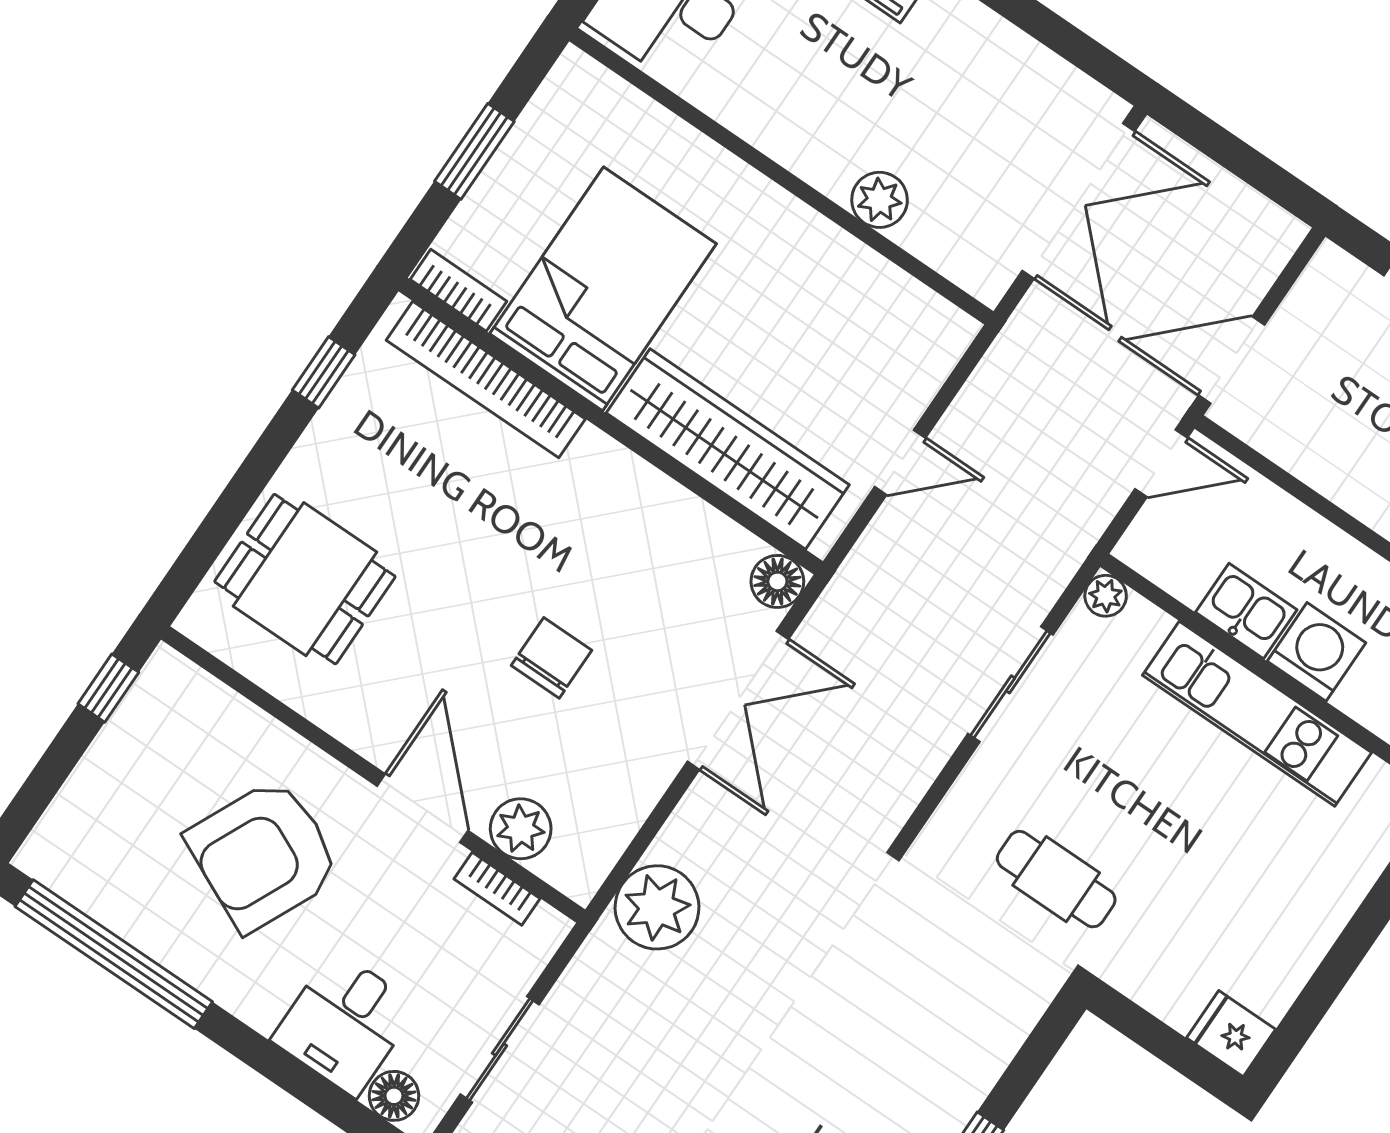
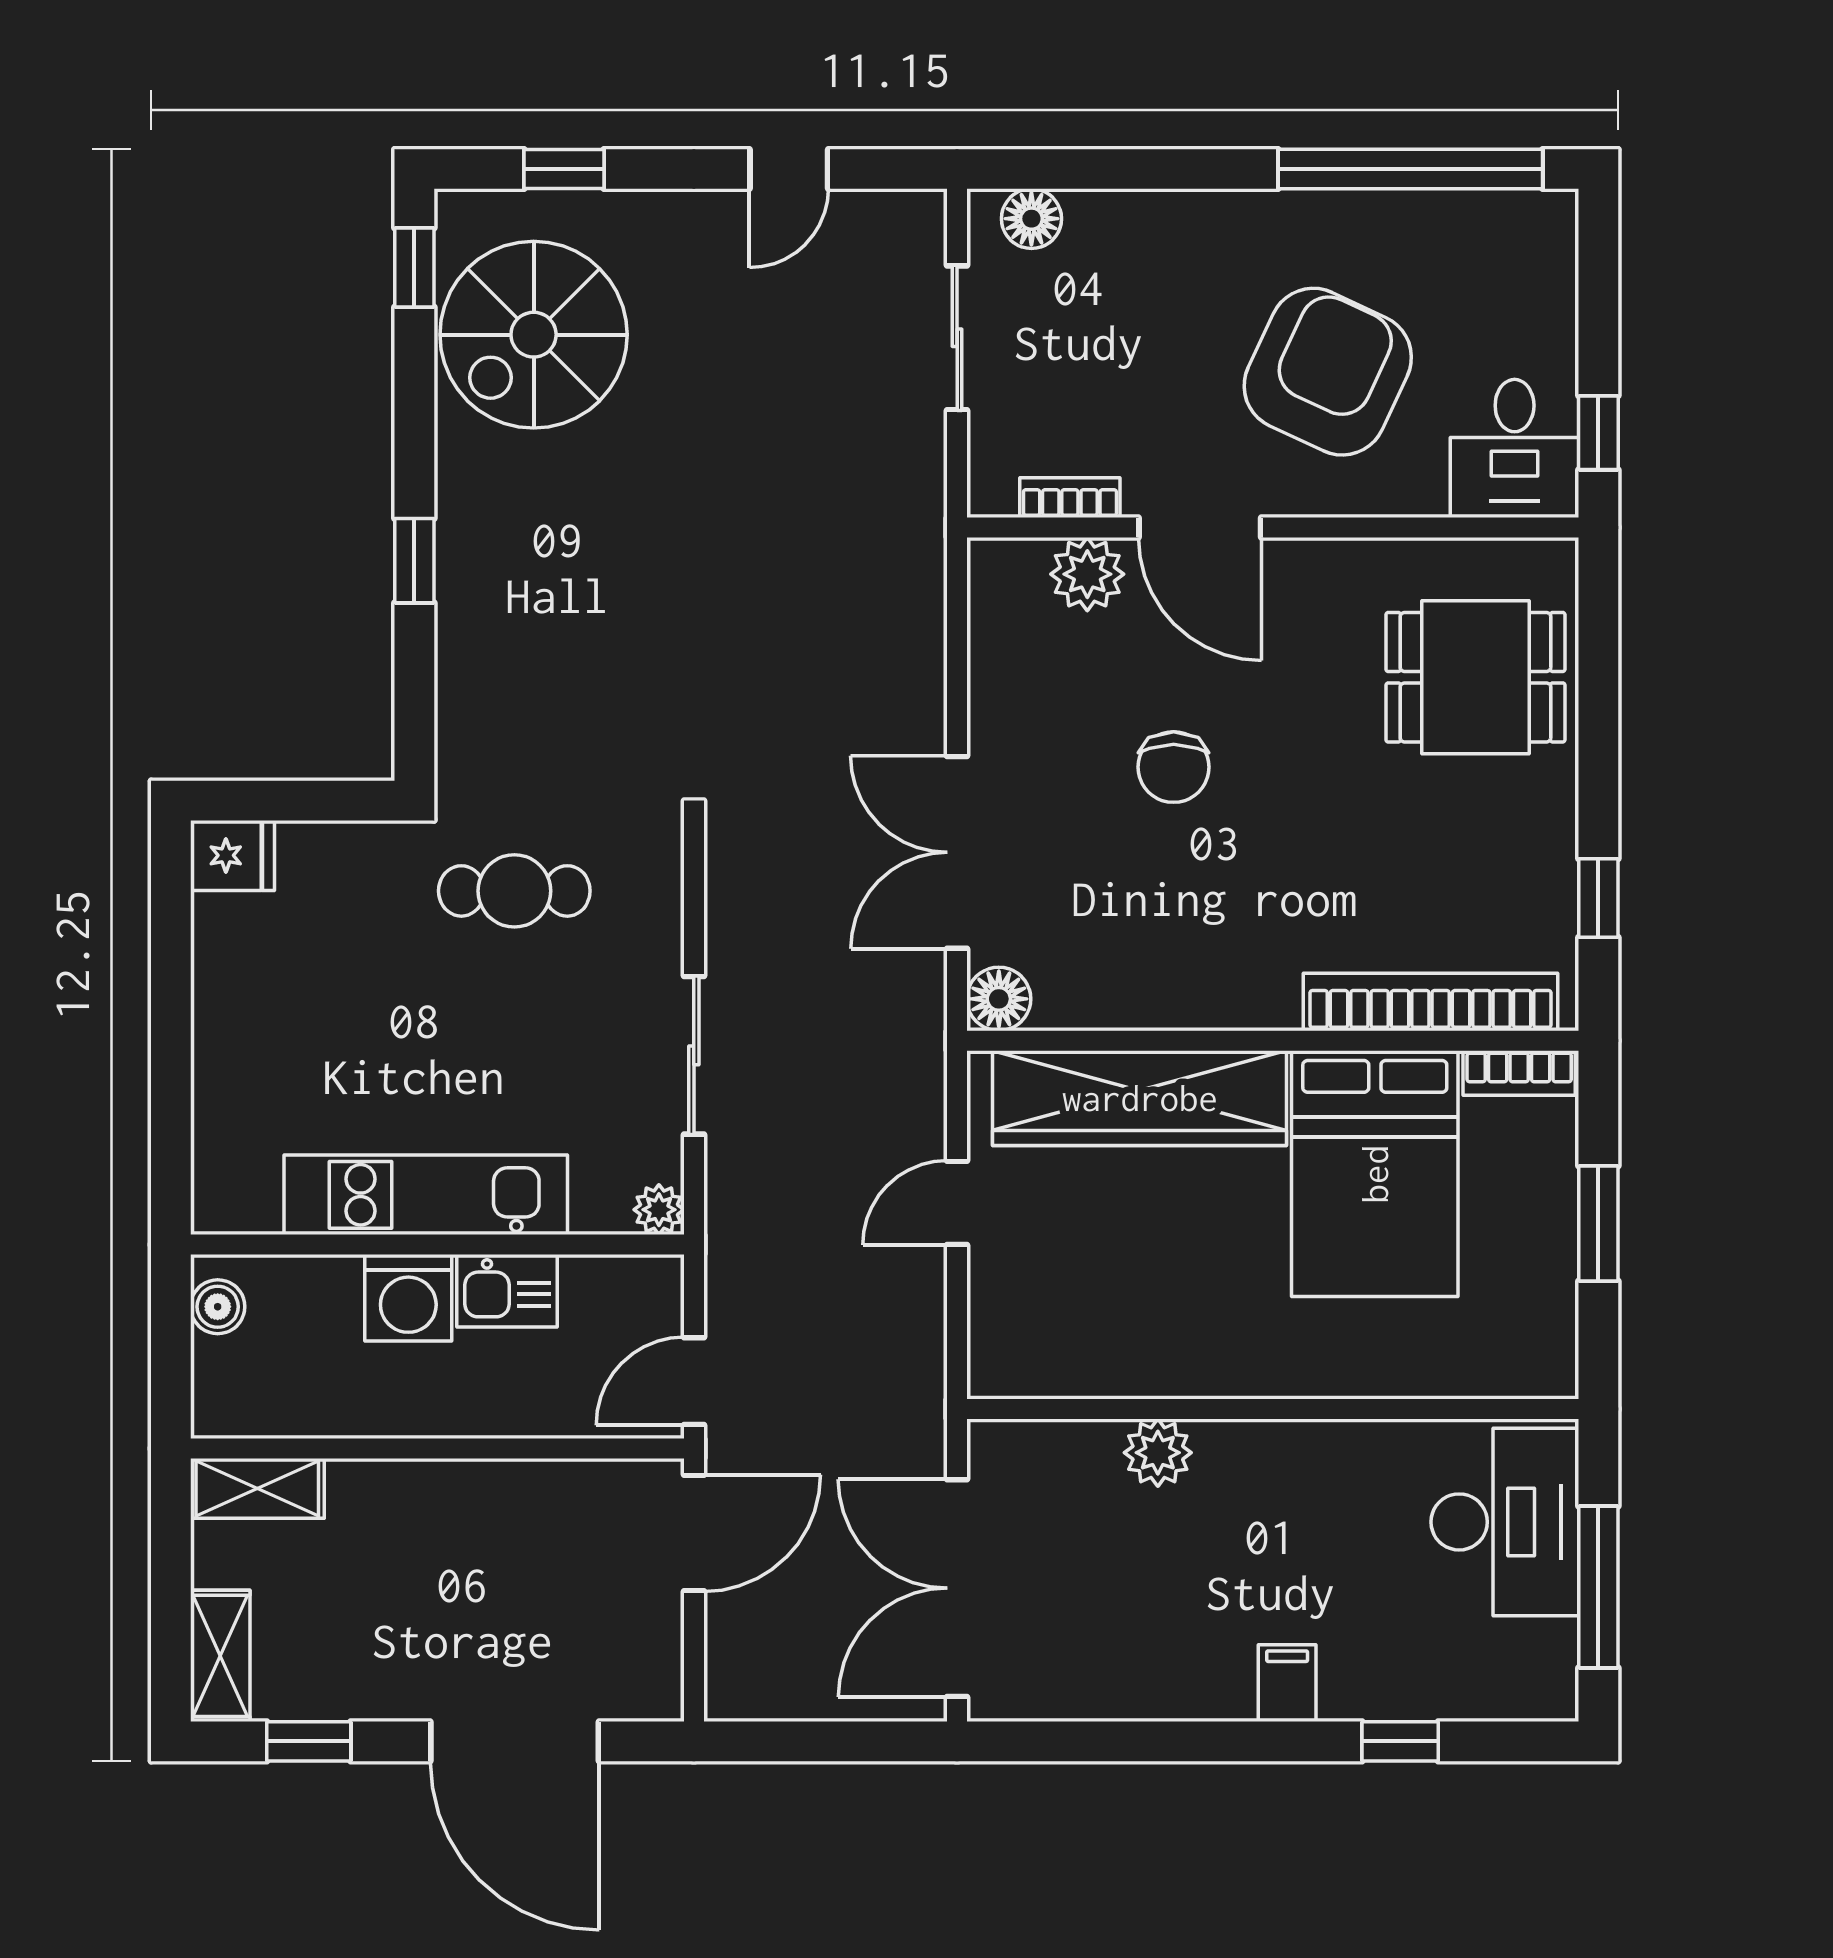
plant: (657, 907) -> (896, 589), removed
desk: (345, 1023) -> (1515, 448), moved, turned 180

